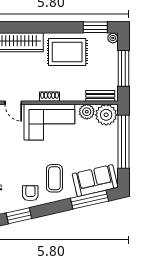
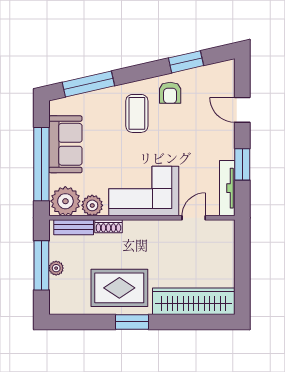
window: (95, 27) -> (132, 322), moved
plant: (113, 38) -> (56, 268), moved
shoe rack: (50, 97) -> (108, 226), moved
door: (13, 103) -> (194, 218), hinge flipped
sofa: (95, 181) -> (65, 144), moved, turned -77

